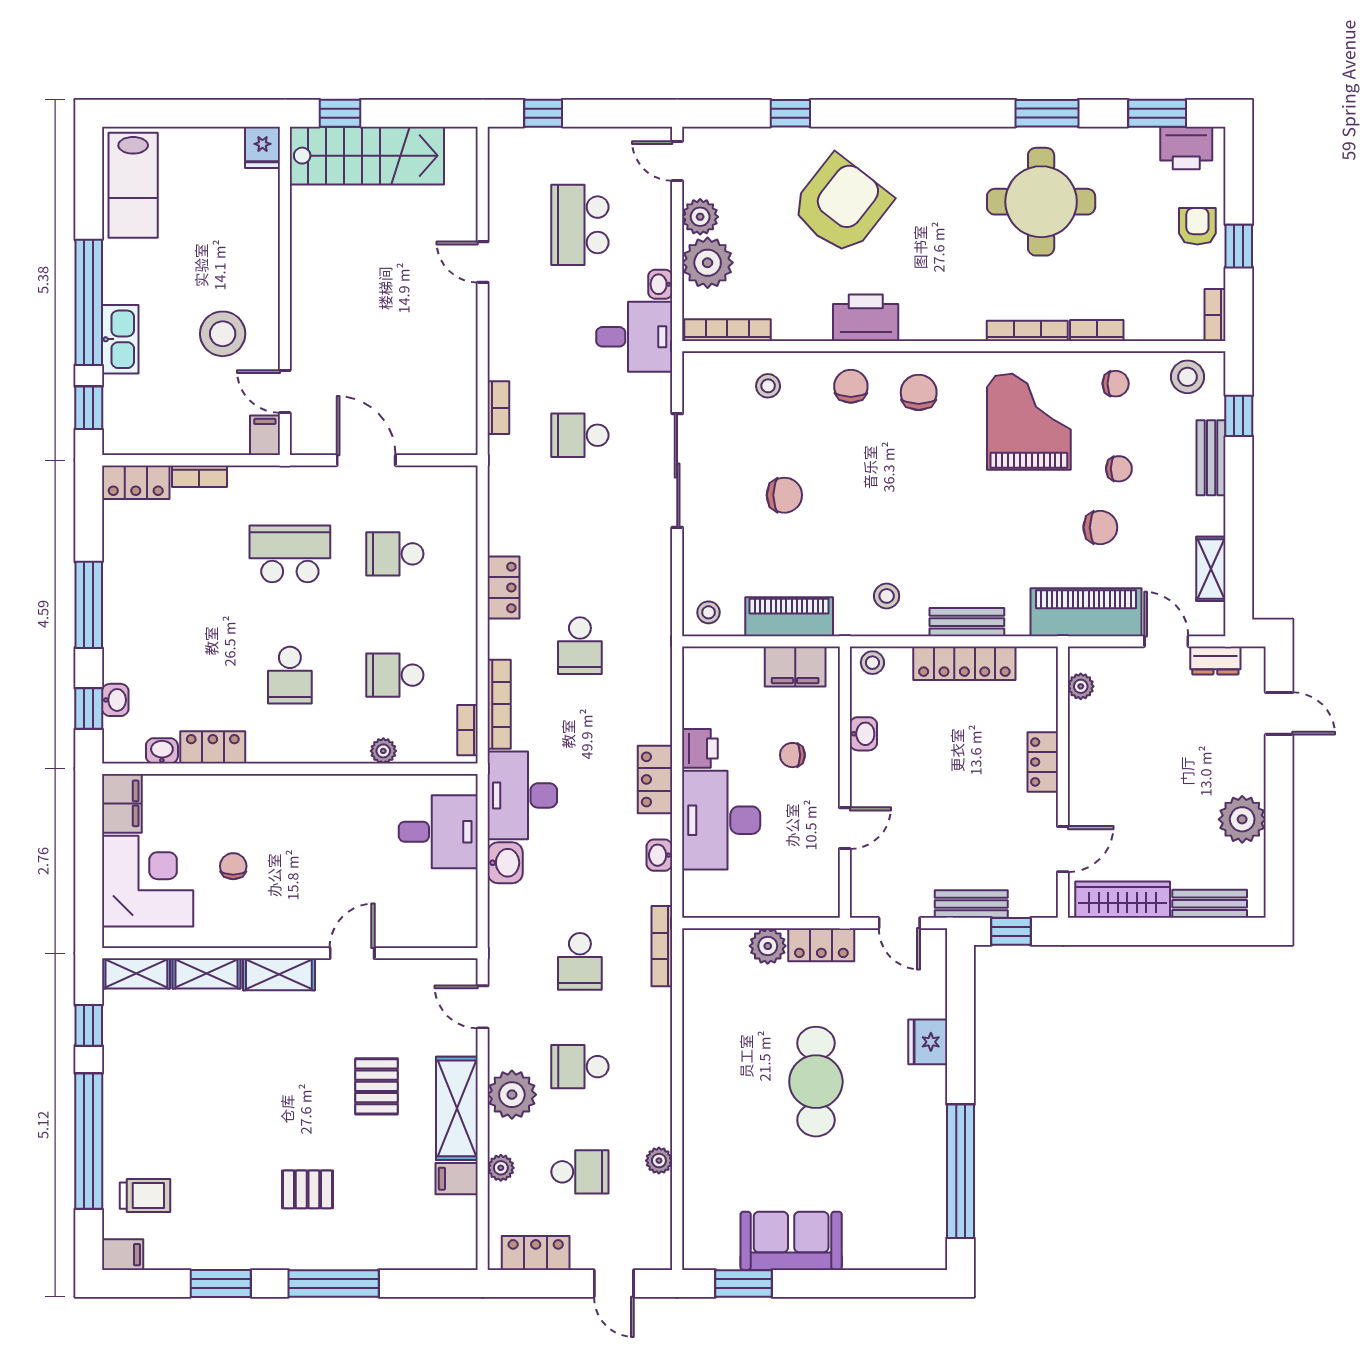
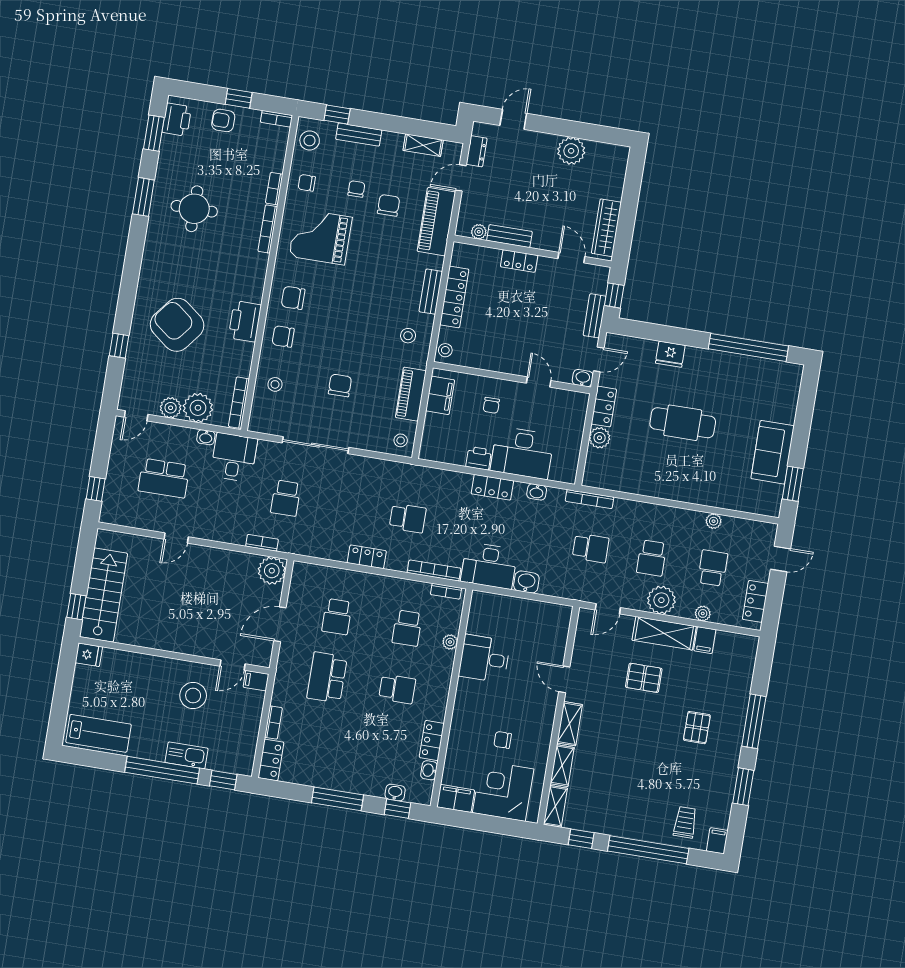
round table: (1041, 202) -> (194, 209), width x0.73, depth x0.73
chair: (1116, 384) -> (307, 183), turned -90
plant: (454, 432) -> (272, 571), added
washbasin: (863, 734) -> (583, 378), moved
desk: (438, 832) -> (484, 659), moved, turned -90
bench: (1210, 904) -> (509, 236), moved, turned 90

